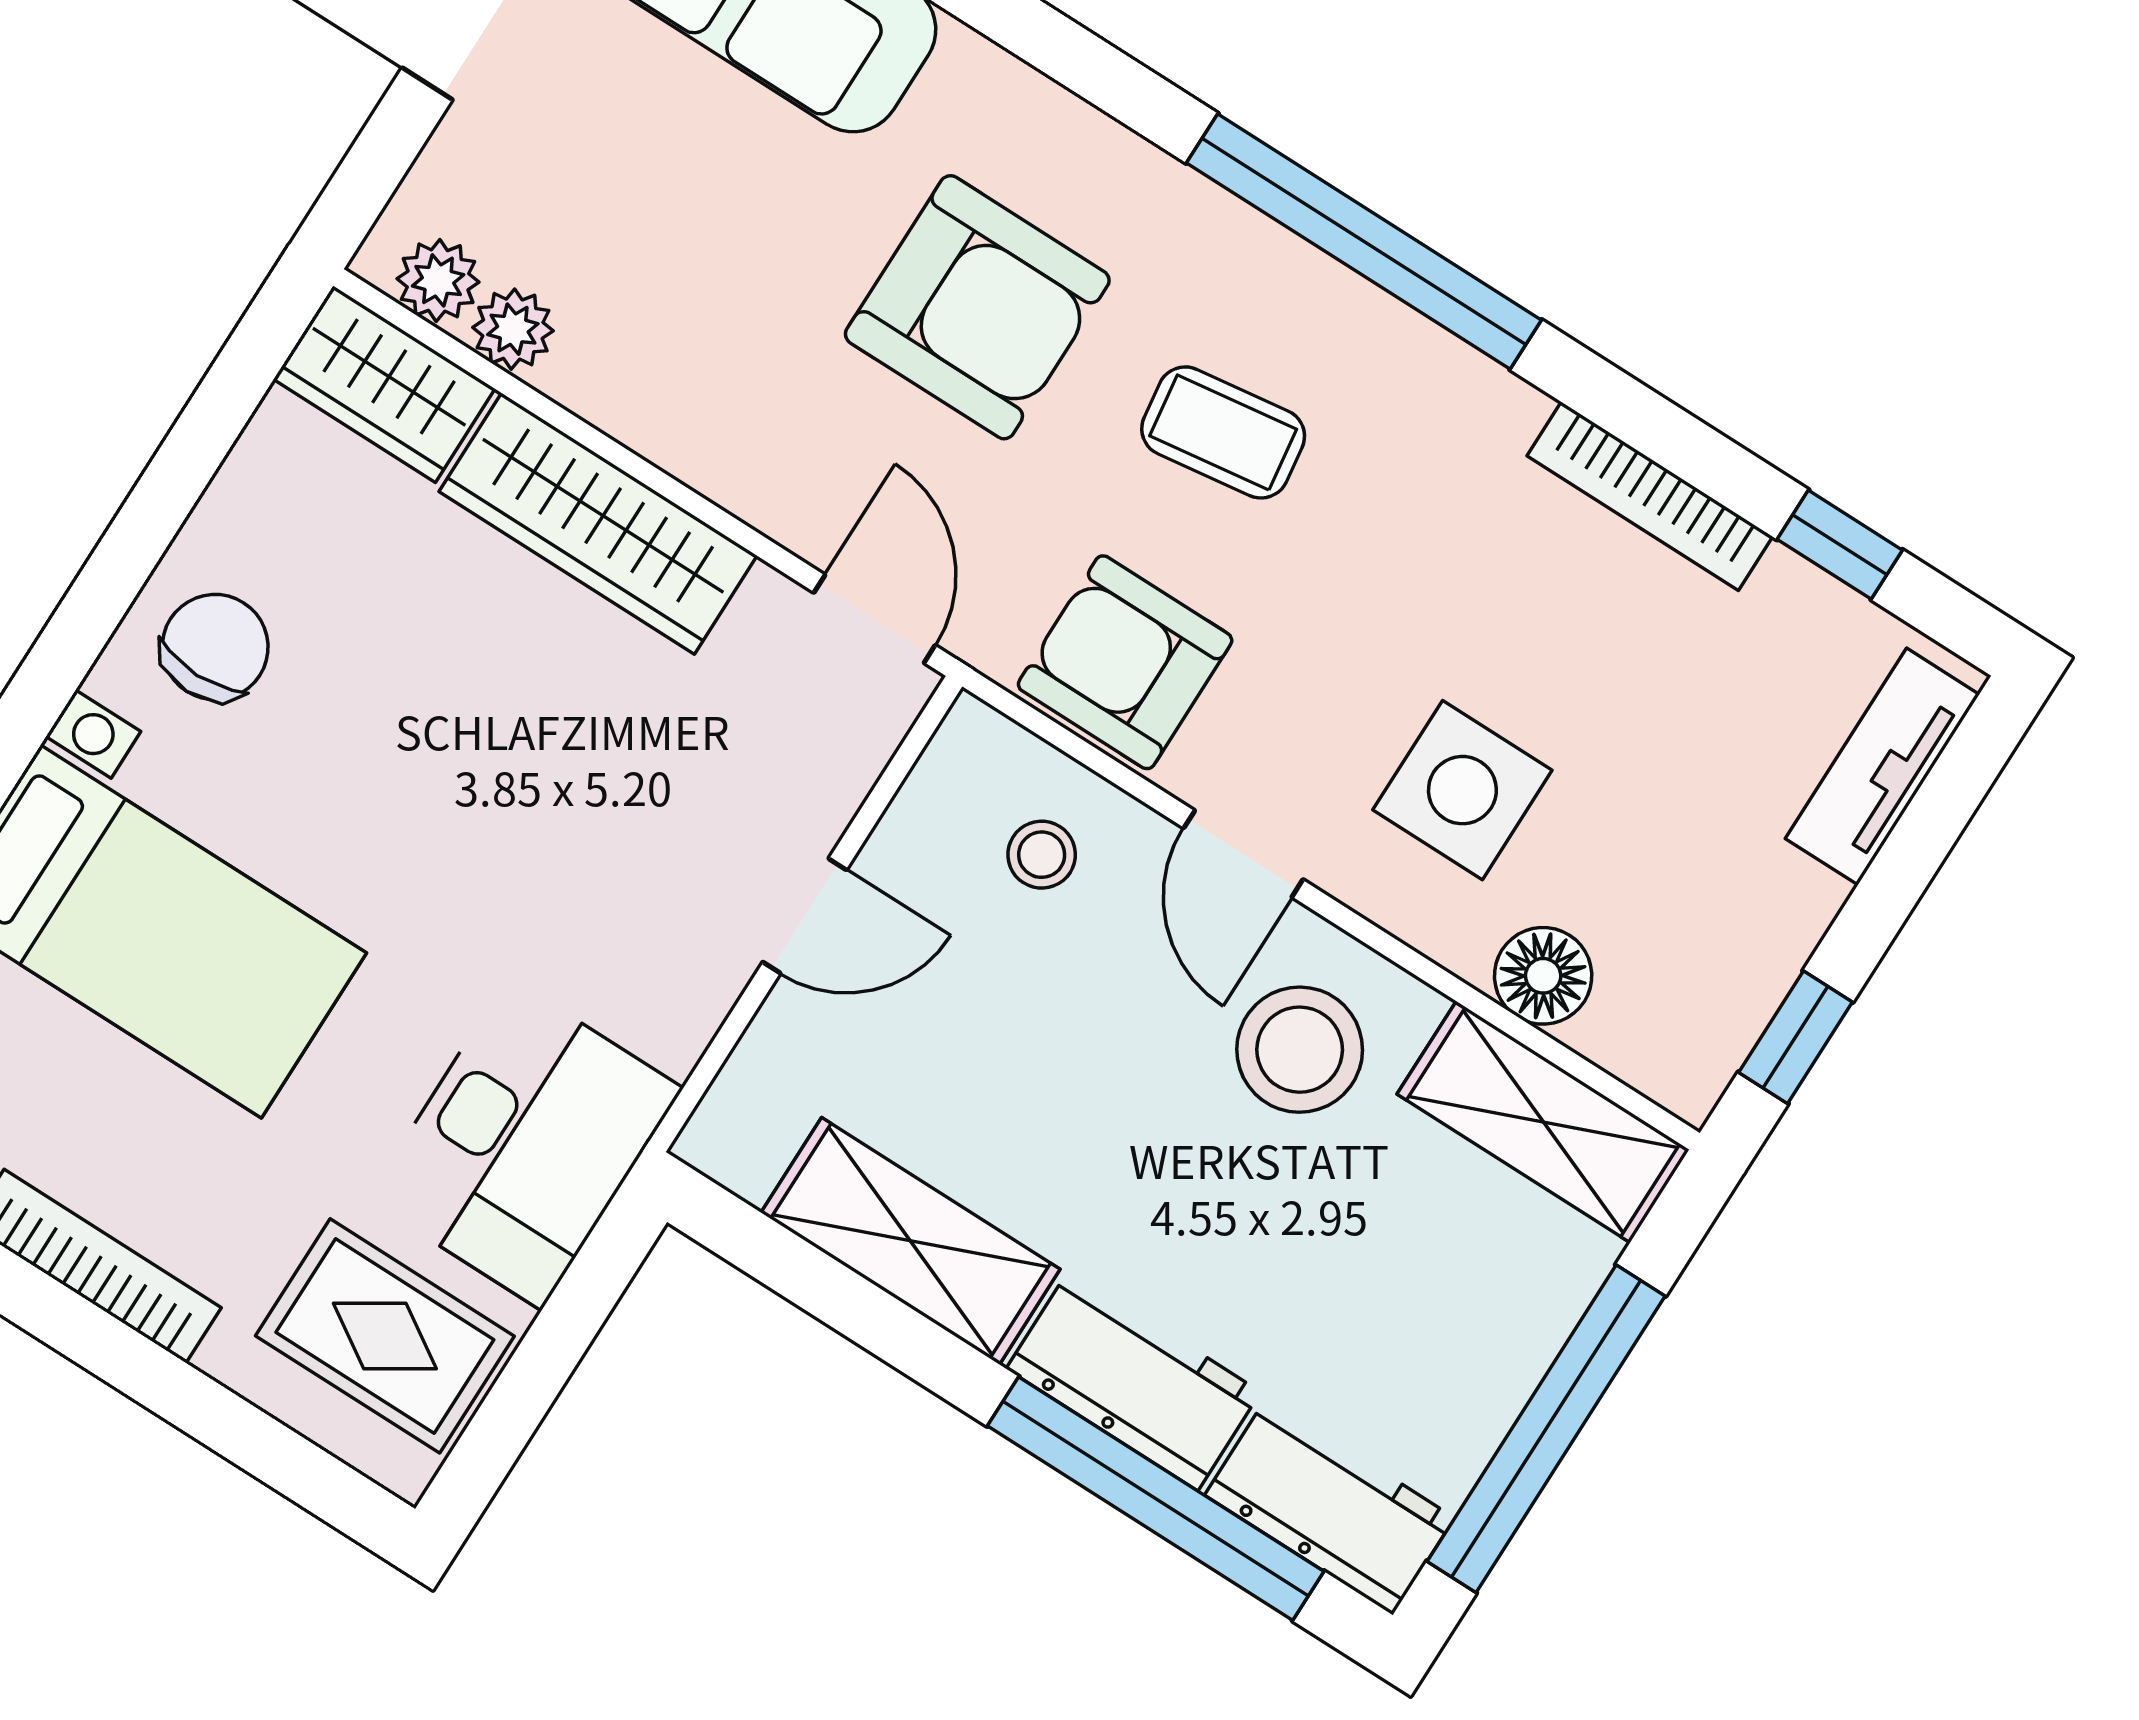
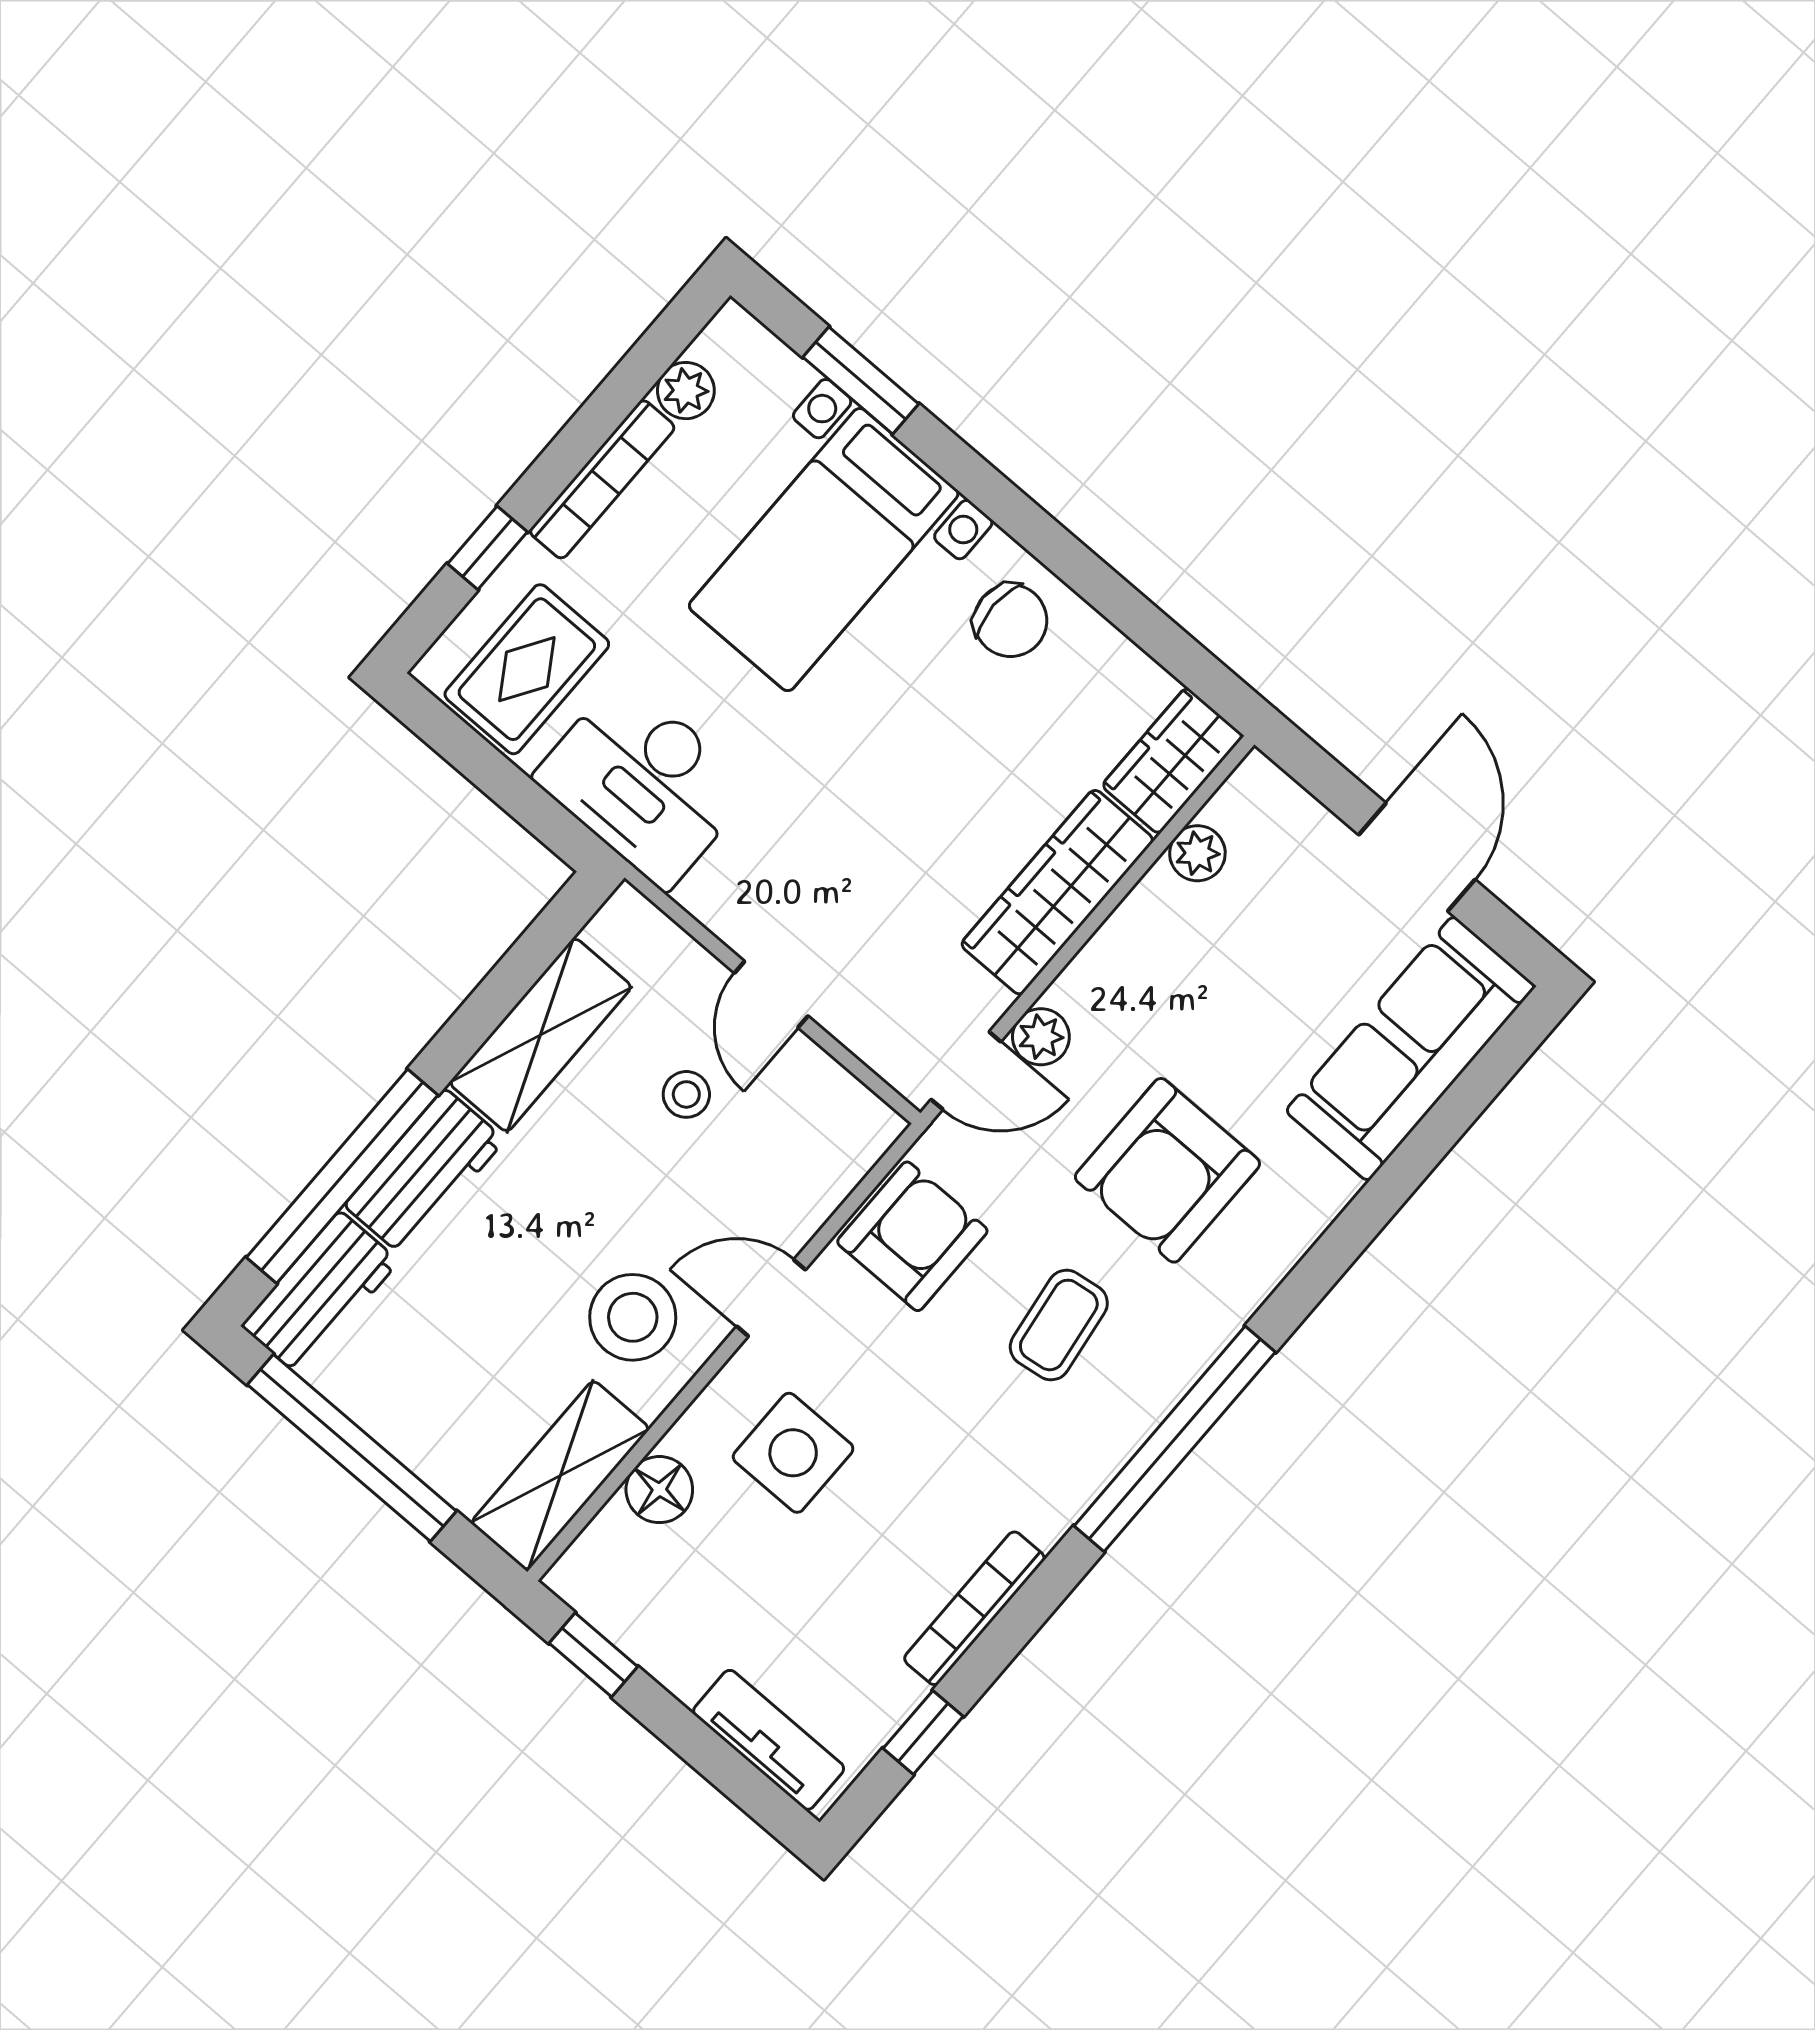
plant: (438, 280) -> (1041, 1037), moved
stool: (1042, 855) -> (686, 1094), moved
window: (218, 1418) -> (487, 548), added

